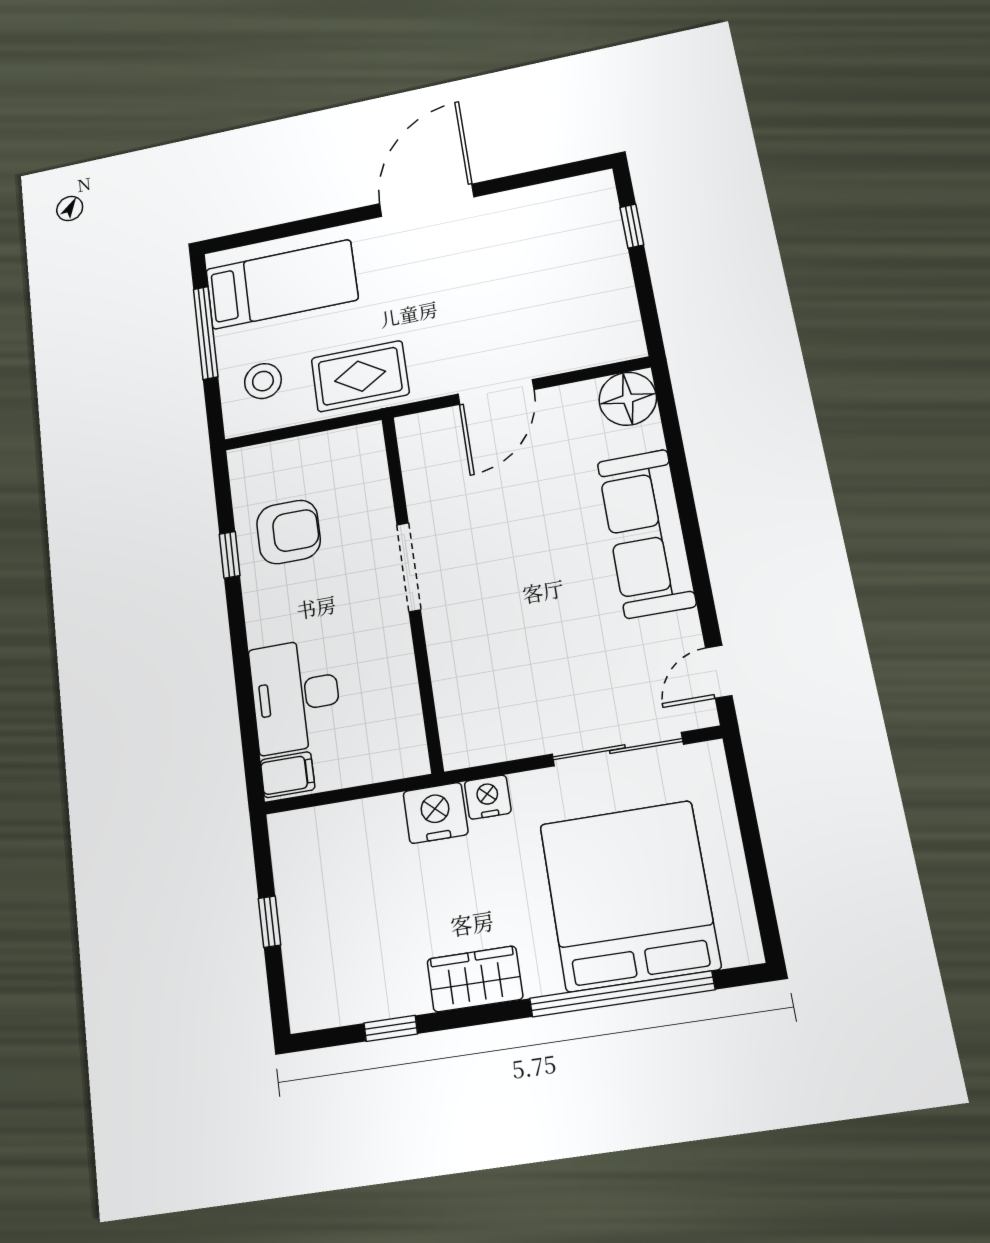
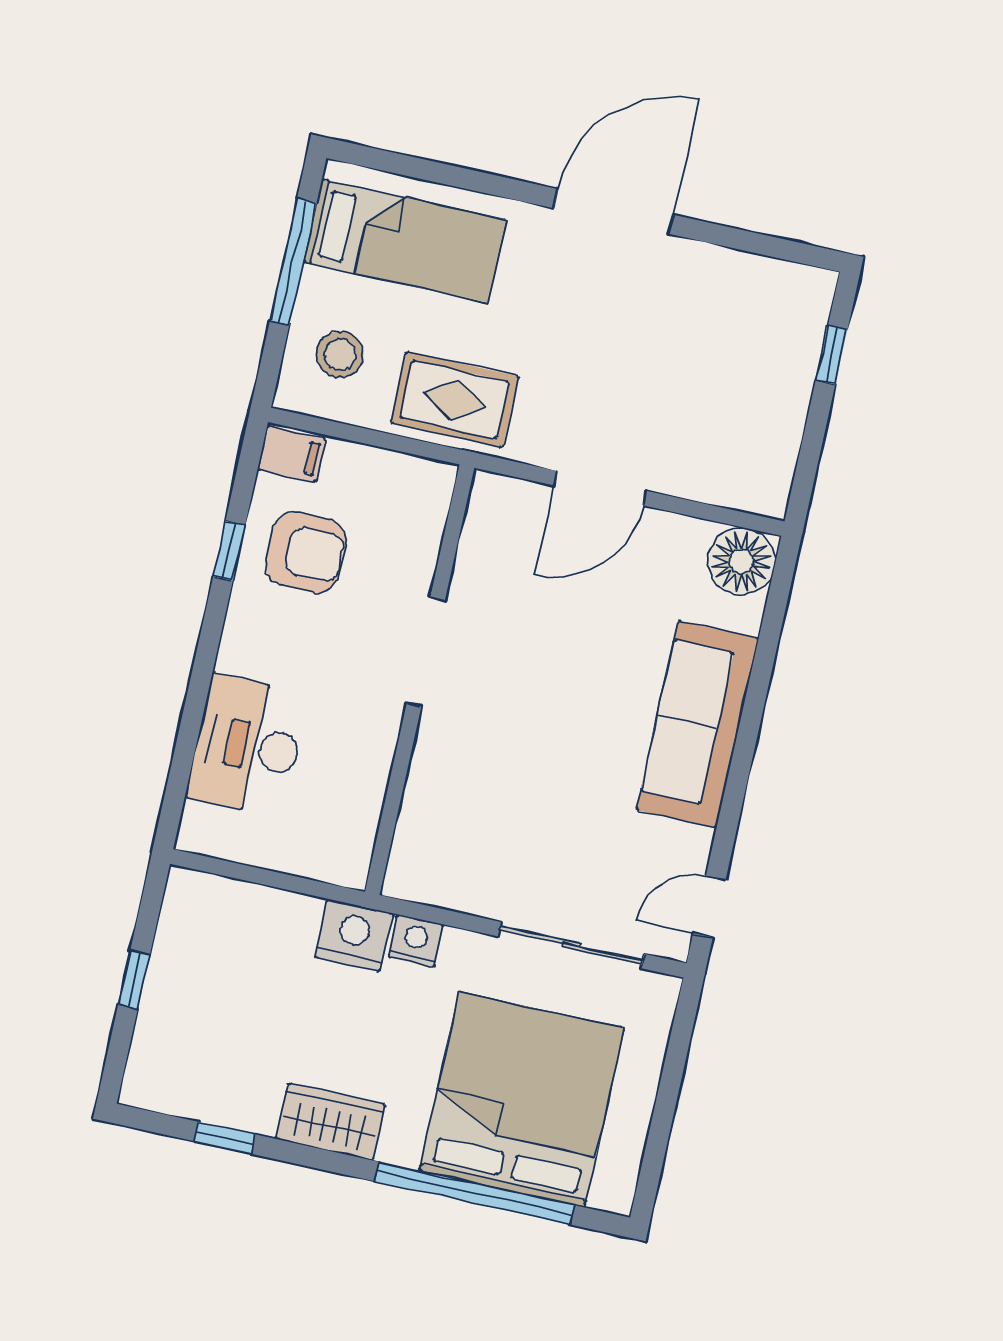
filing cabinet: (288, 775) -> (292, 454), moved

